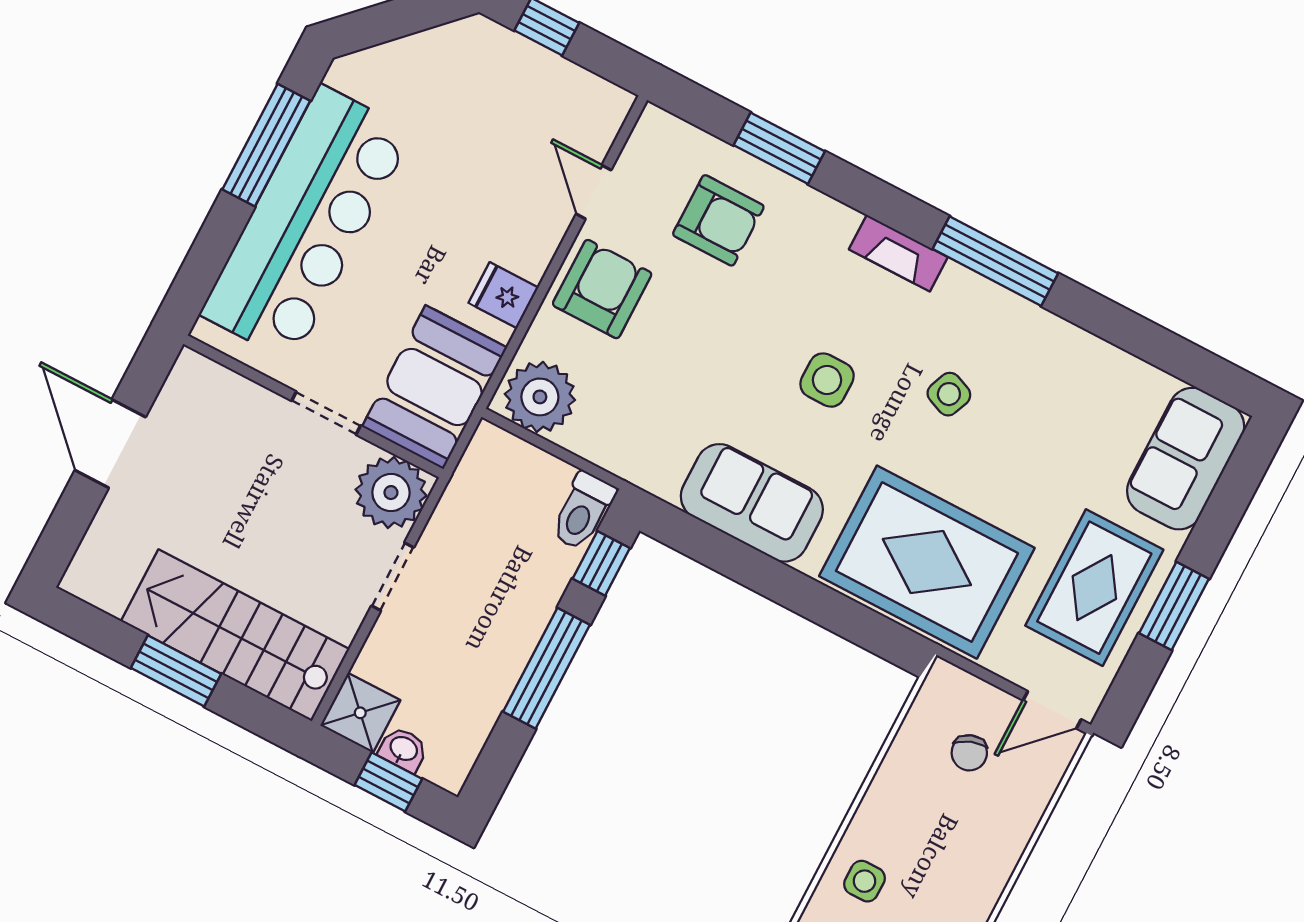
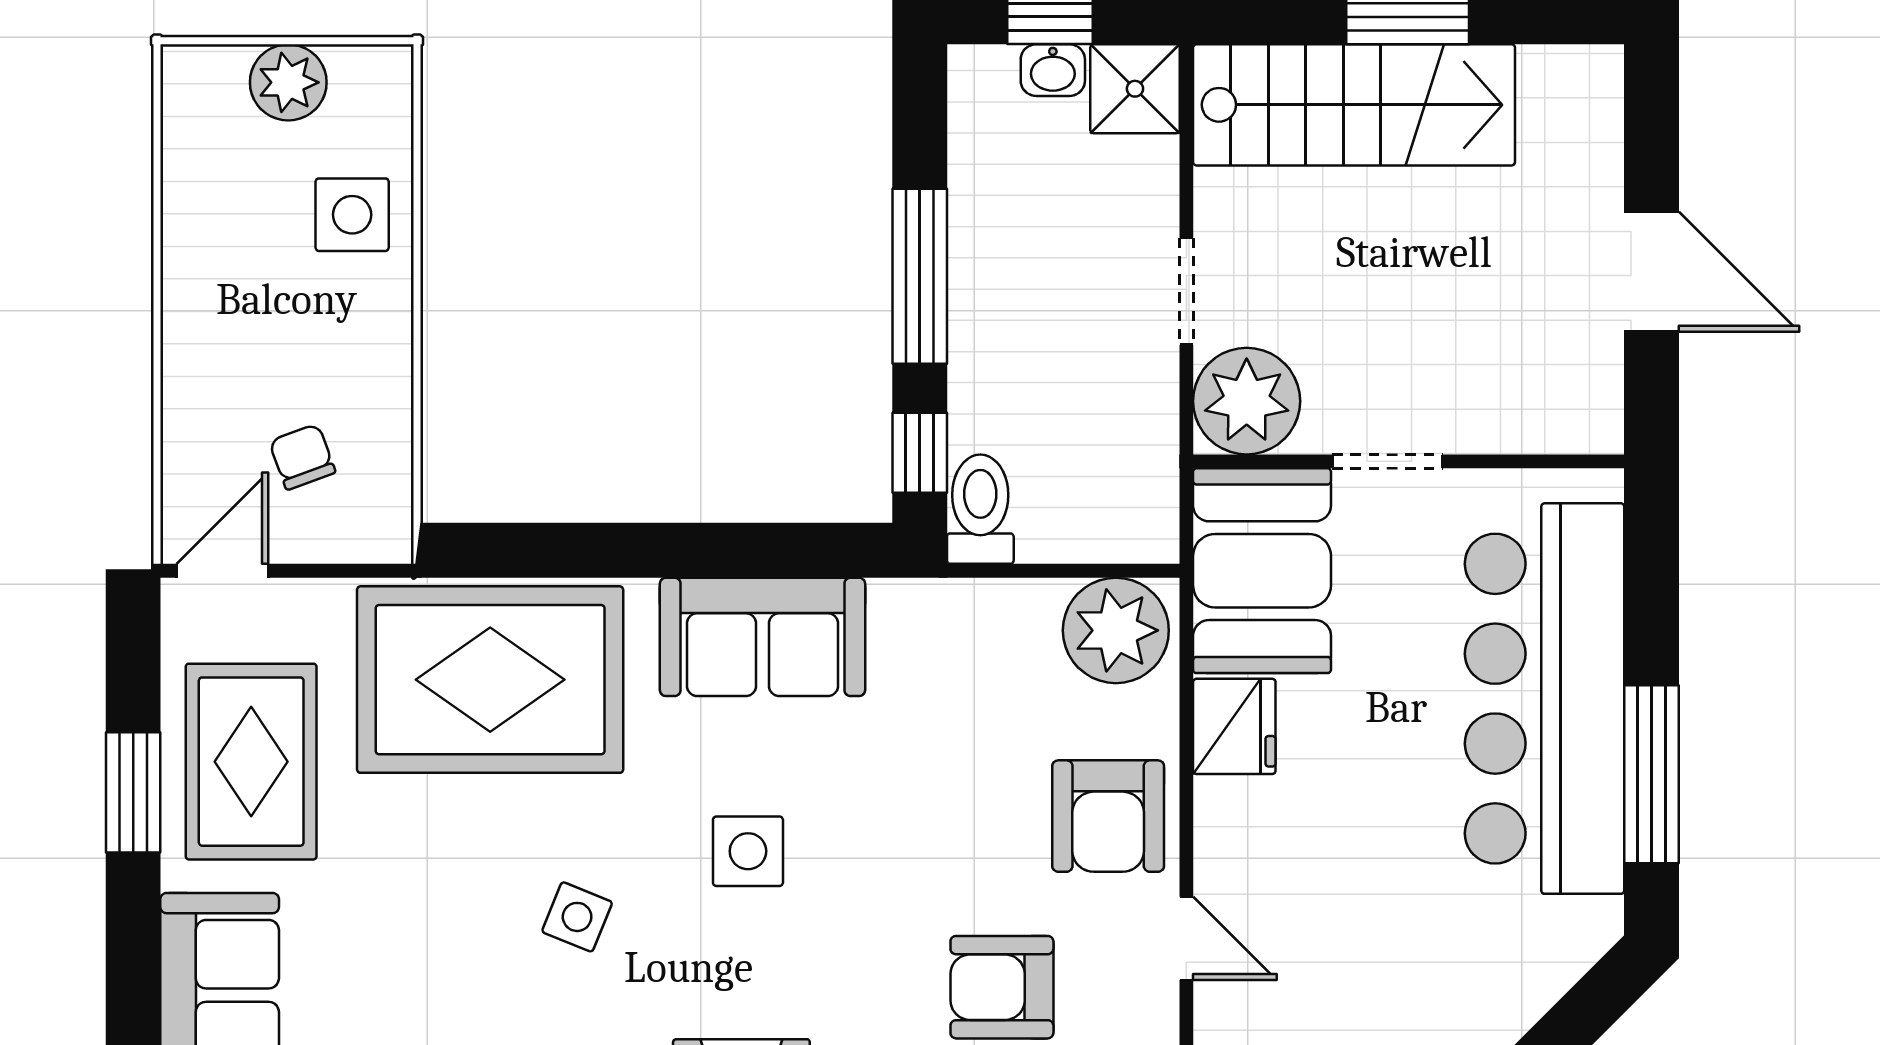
fridge: (503, 295) -> (1234, 726), width x1.38
side table: (864, 881) -> (352, 215), width x1.37, depth x1.37

